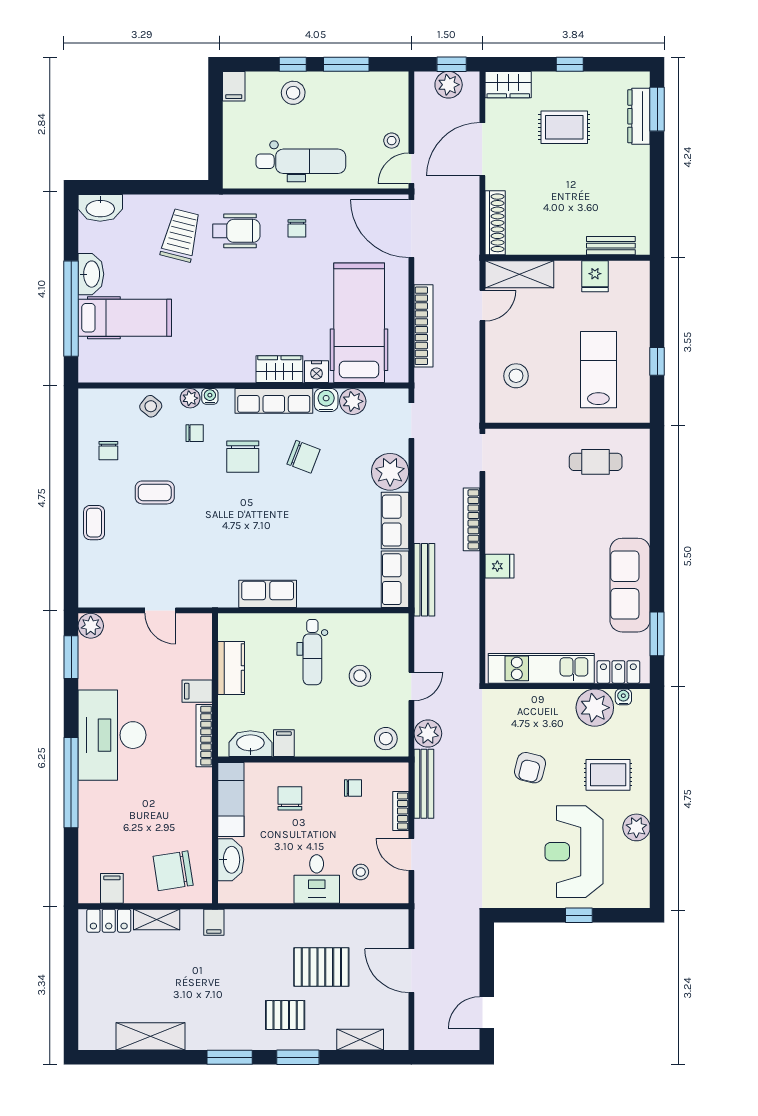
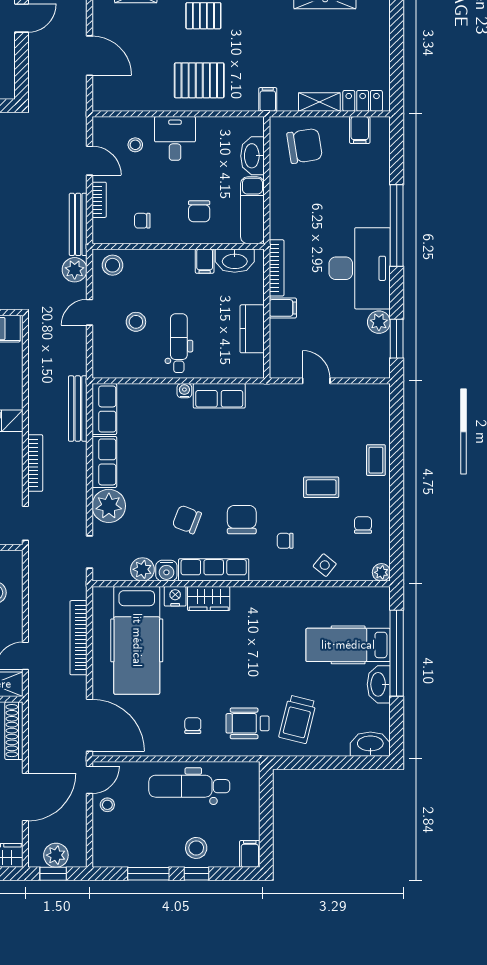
water cooler: (210, 396) -> (184, 391), moved, turned 180
plant: (190, 398) -> (381, 572), moved
plant: (91, 626) -> (379, 322), moved
pallet: (321, 967) -> (199, 80), moved

